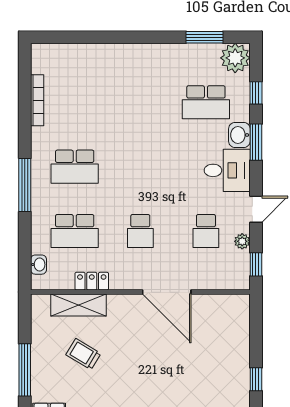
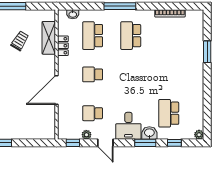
window: (204, 37) -> (207, 52), moved
plant: (235, 58) -> (199, 135), width x0.53, depth x0.53

